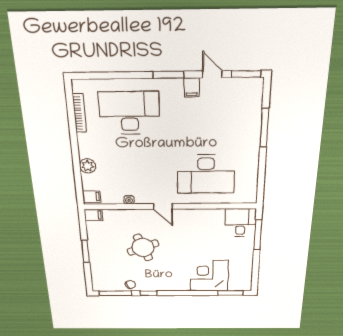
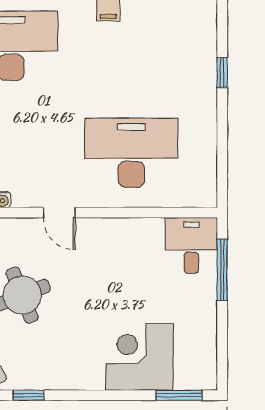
window: (264, 128) -> (222, 72), width x0.46
desk: (206, 174) -> (131, 153), turned 180

